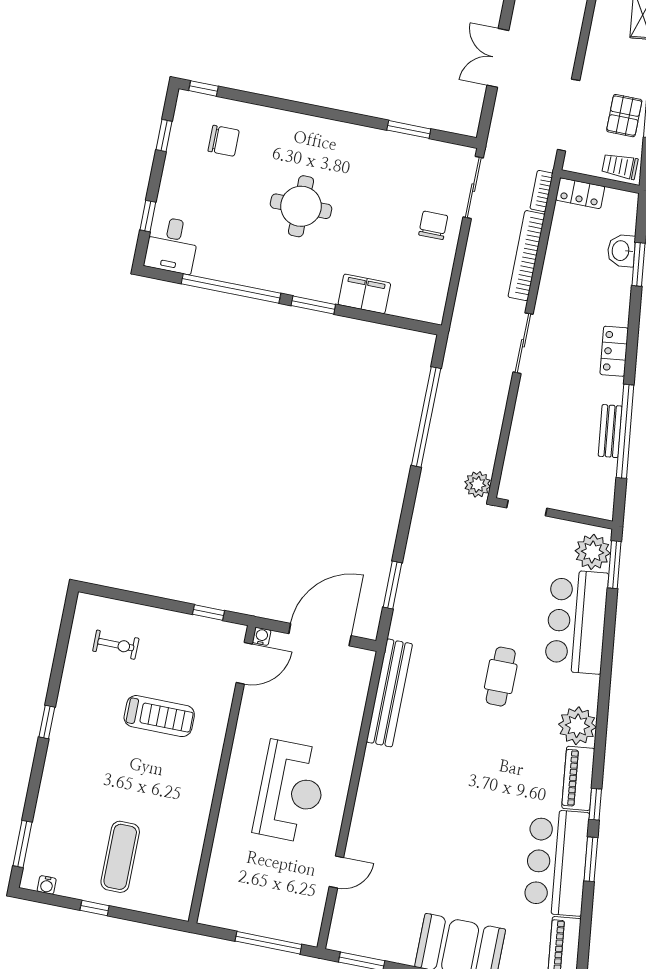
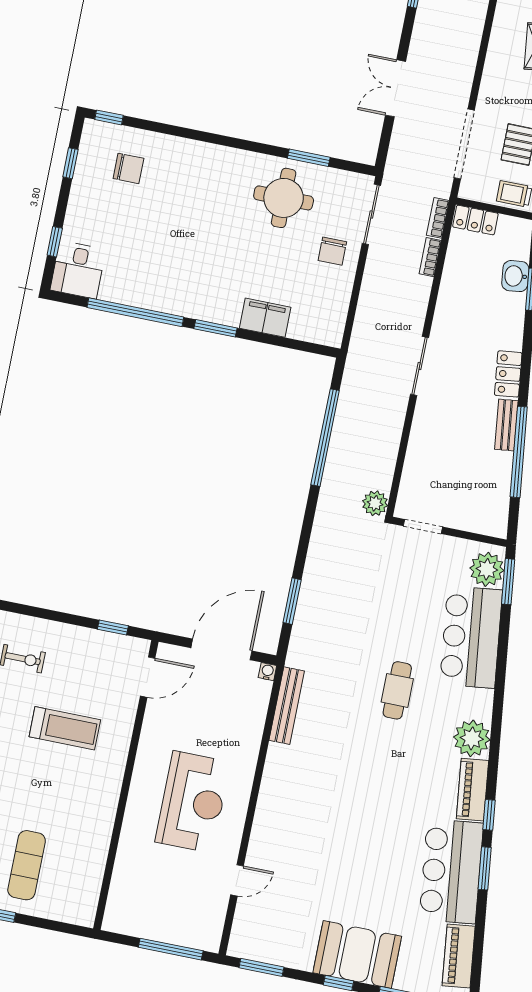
round table: (301, 206) -> (284, 198), moved
chair: (433, 225) -> (332, 251), turned 180
bookcase: (526, 256) -> (430, 257), width x0.43, depth x0.76
bench: (610, 431) -> (506, 425), moved
water cooler: (262, 636) -> (267, 672), moved
bench: (389, 693) -> (287, 706), width x0.73, depth x0.82

